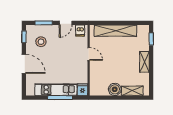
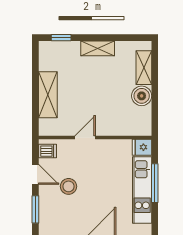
shelving: (115, 31) -> (48, 95), width x0.68
stool: (41, 42) -> (69, 186), moved

